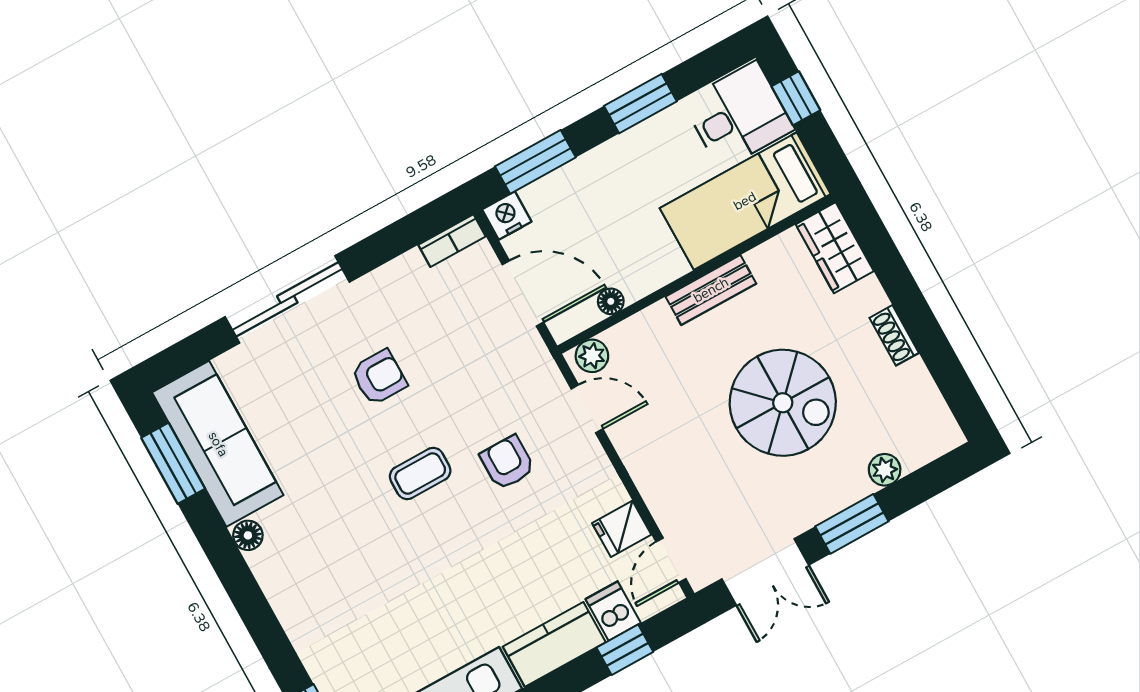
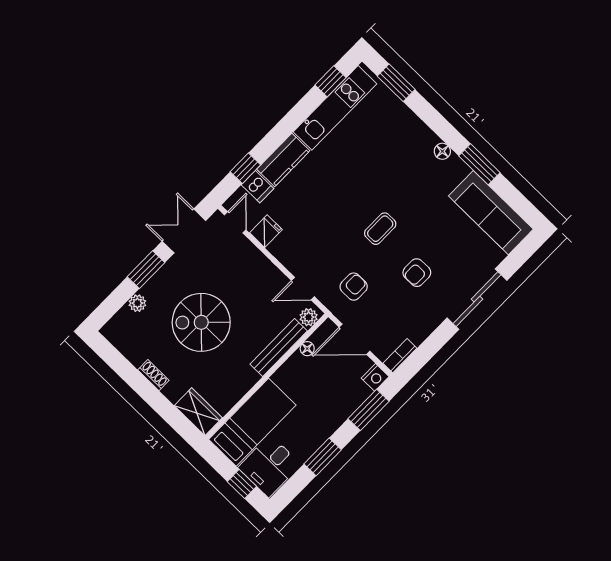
bench: (711, 290) -> (279, 348), moved, width x1.36
window: (173, 463) -> (479, 164), moved
armchair: (507, 463) -> (354, 287), moved, turned -90
floor lamp: (248, 535) -> (442, 151), moved

